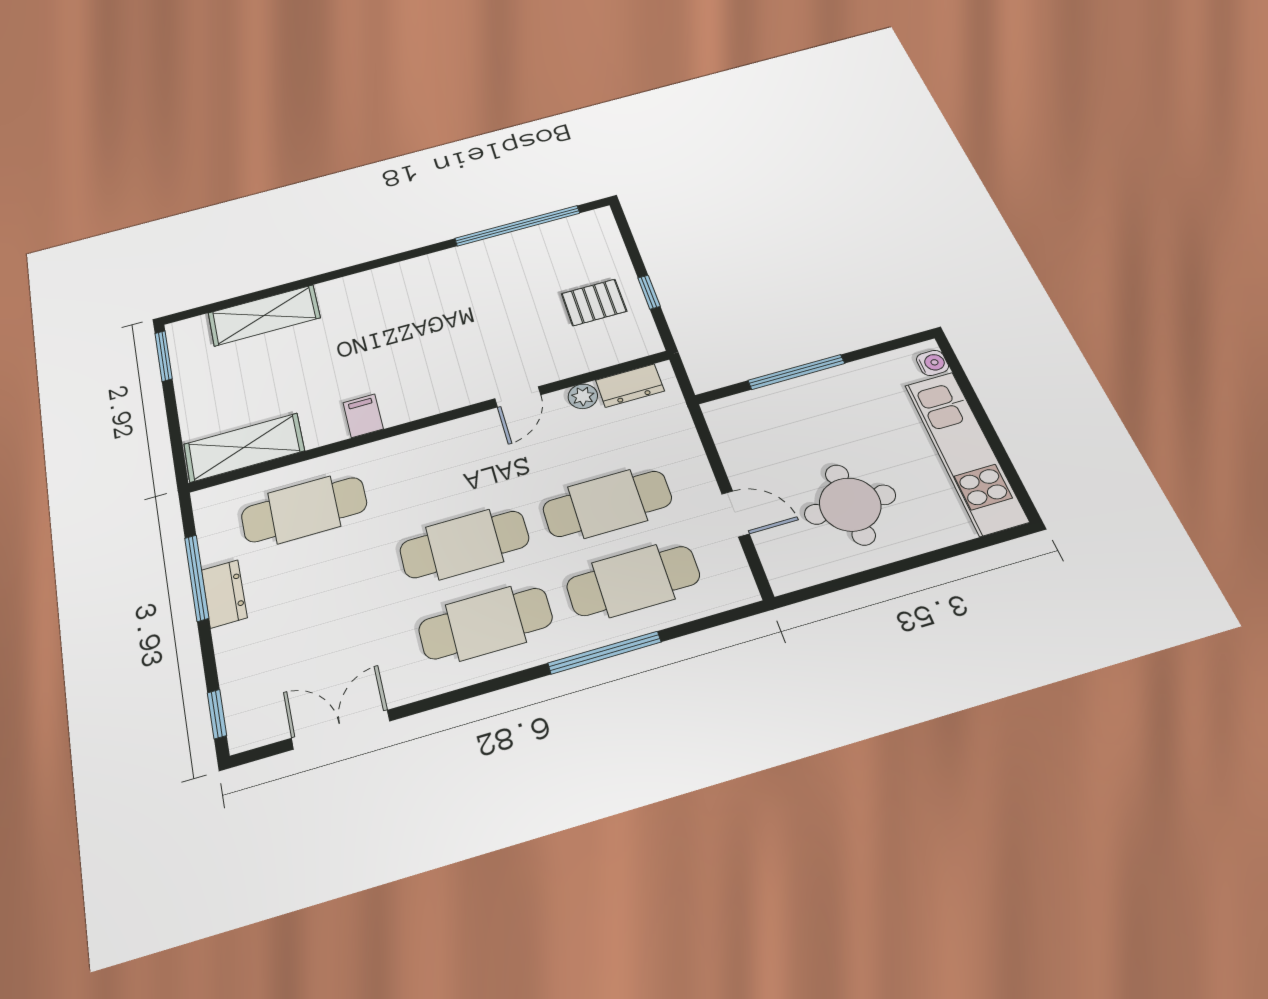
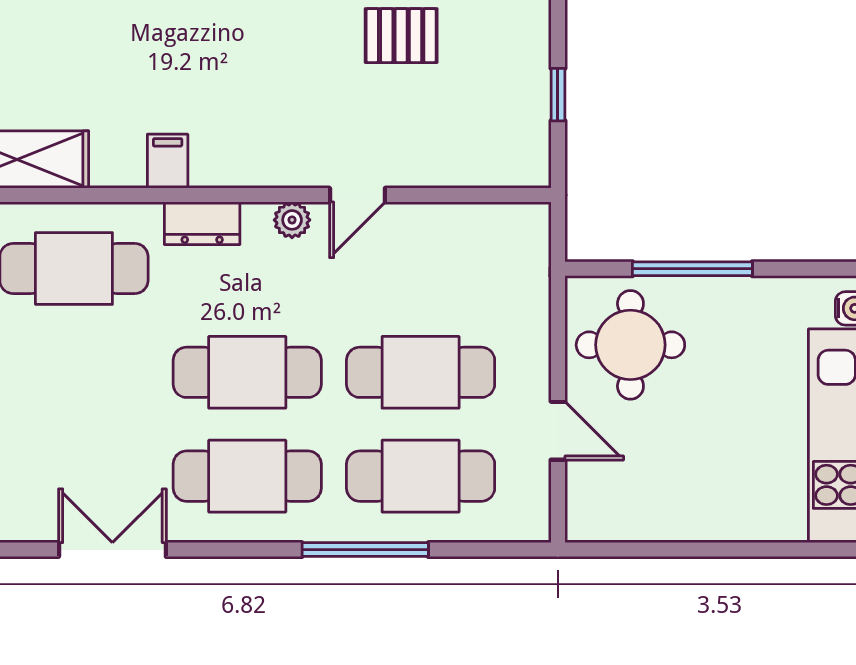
pallet: (594, 302) -> (401, 36), moved
dresser: (630, 386) -> (202, 223), moved
plant: (583, 396) -> (292, 220), moved
round table: (850, 505) -> (630, 345), moved
double door: (341, 730) -> (112, 550), moved

